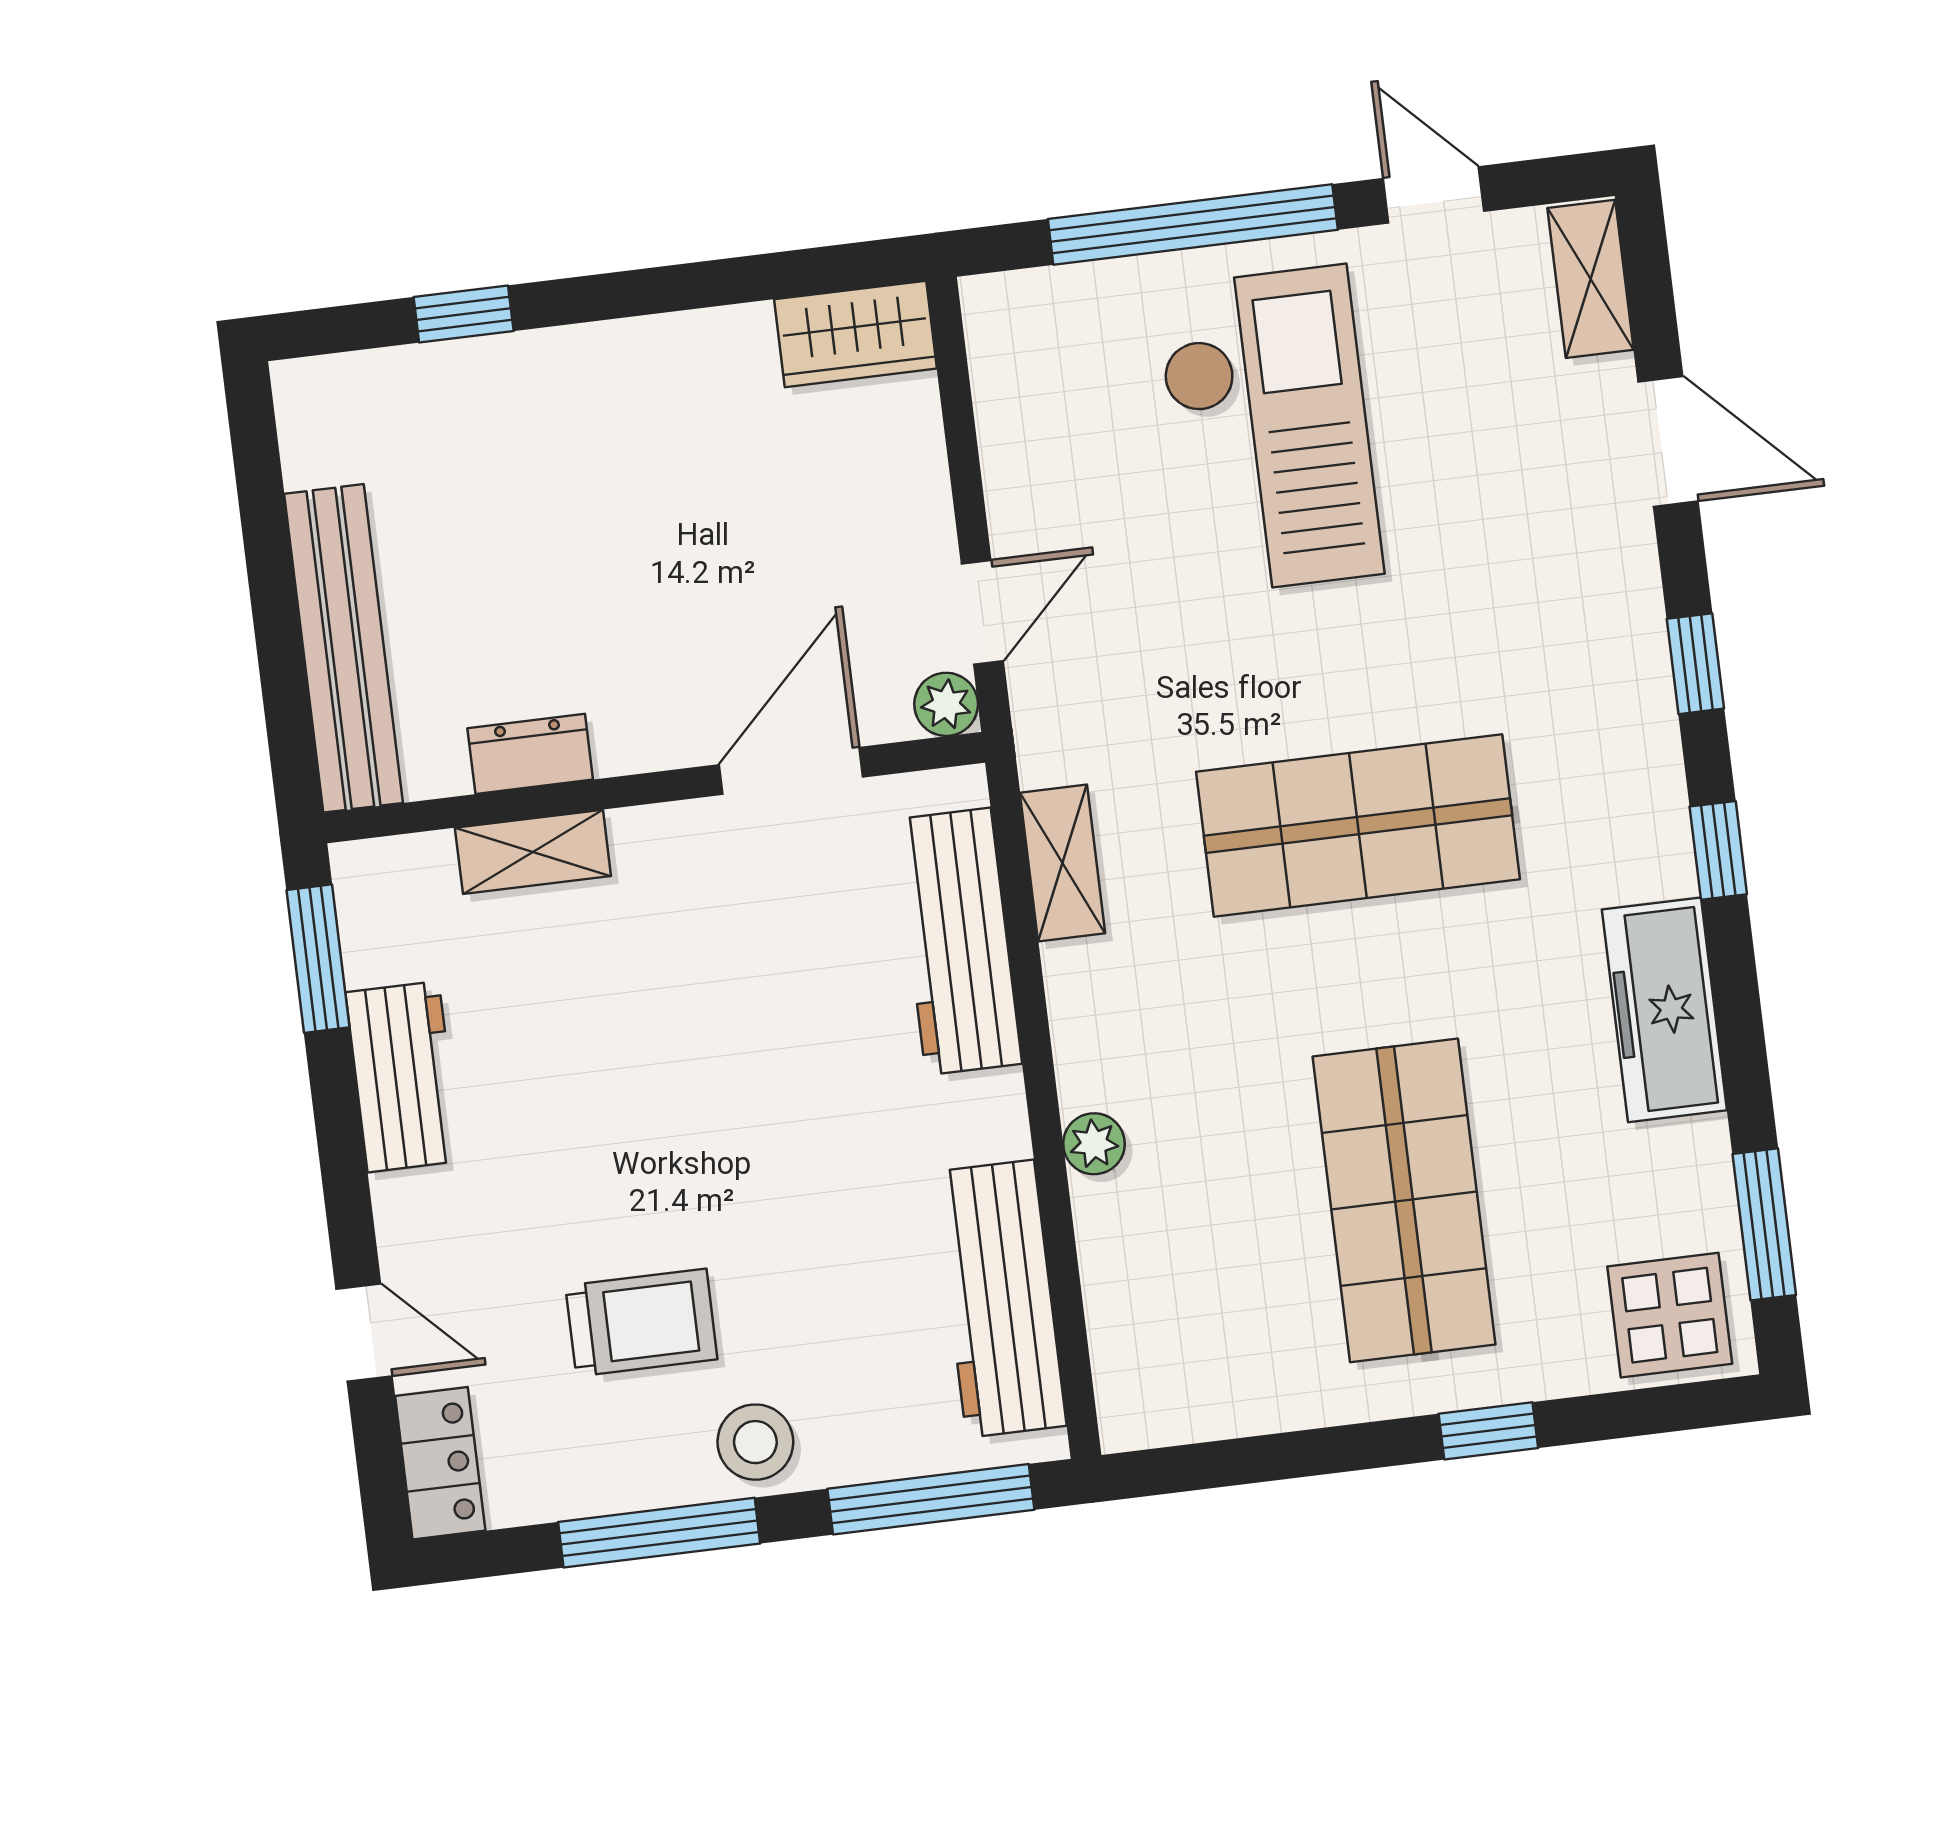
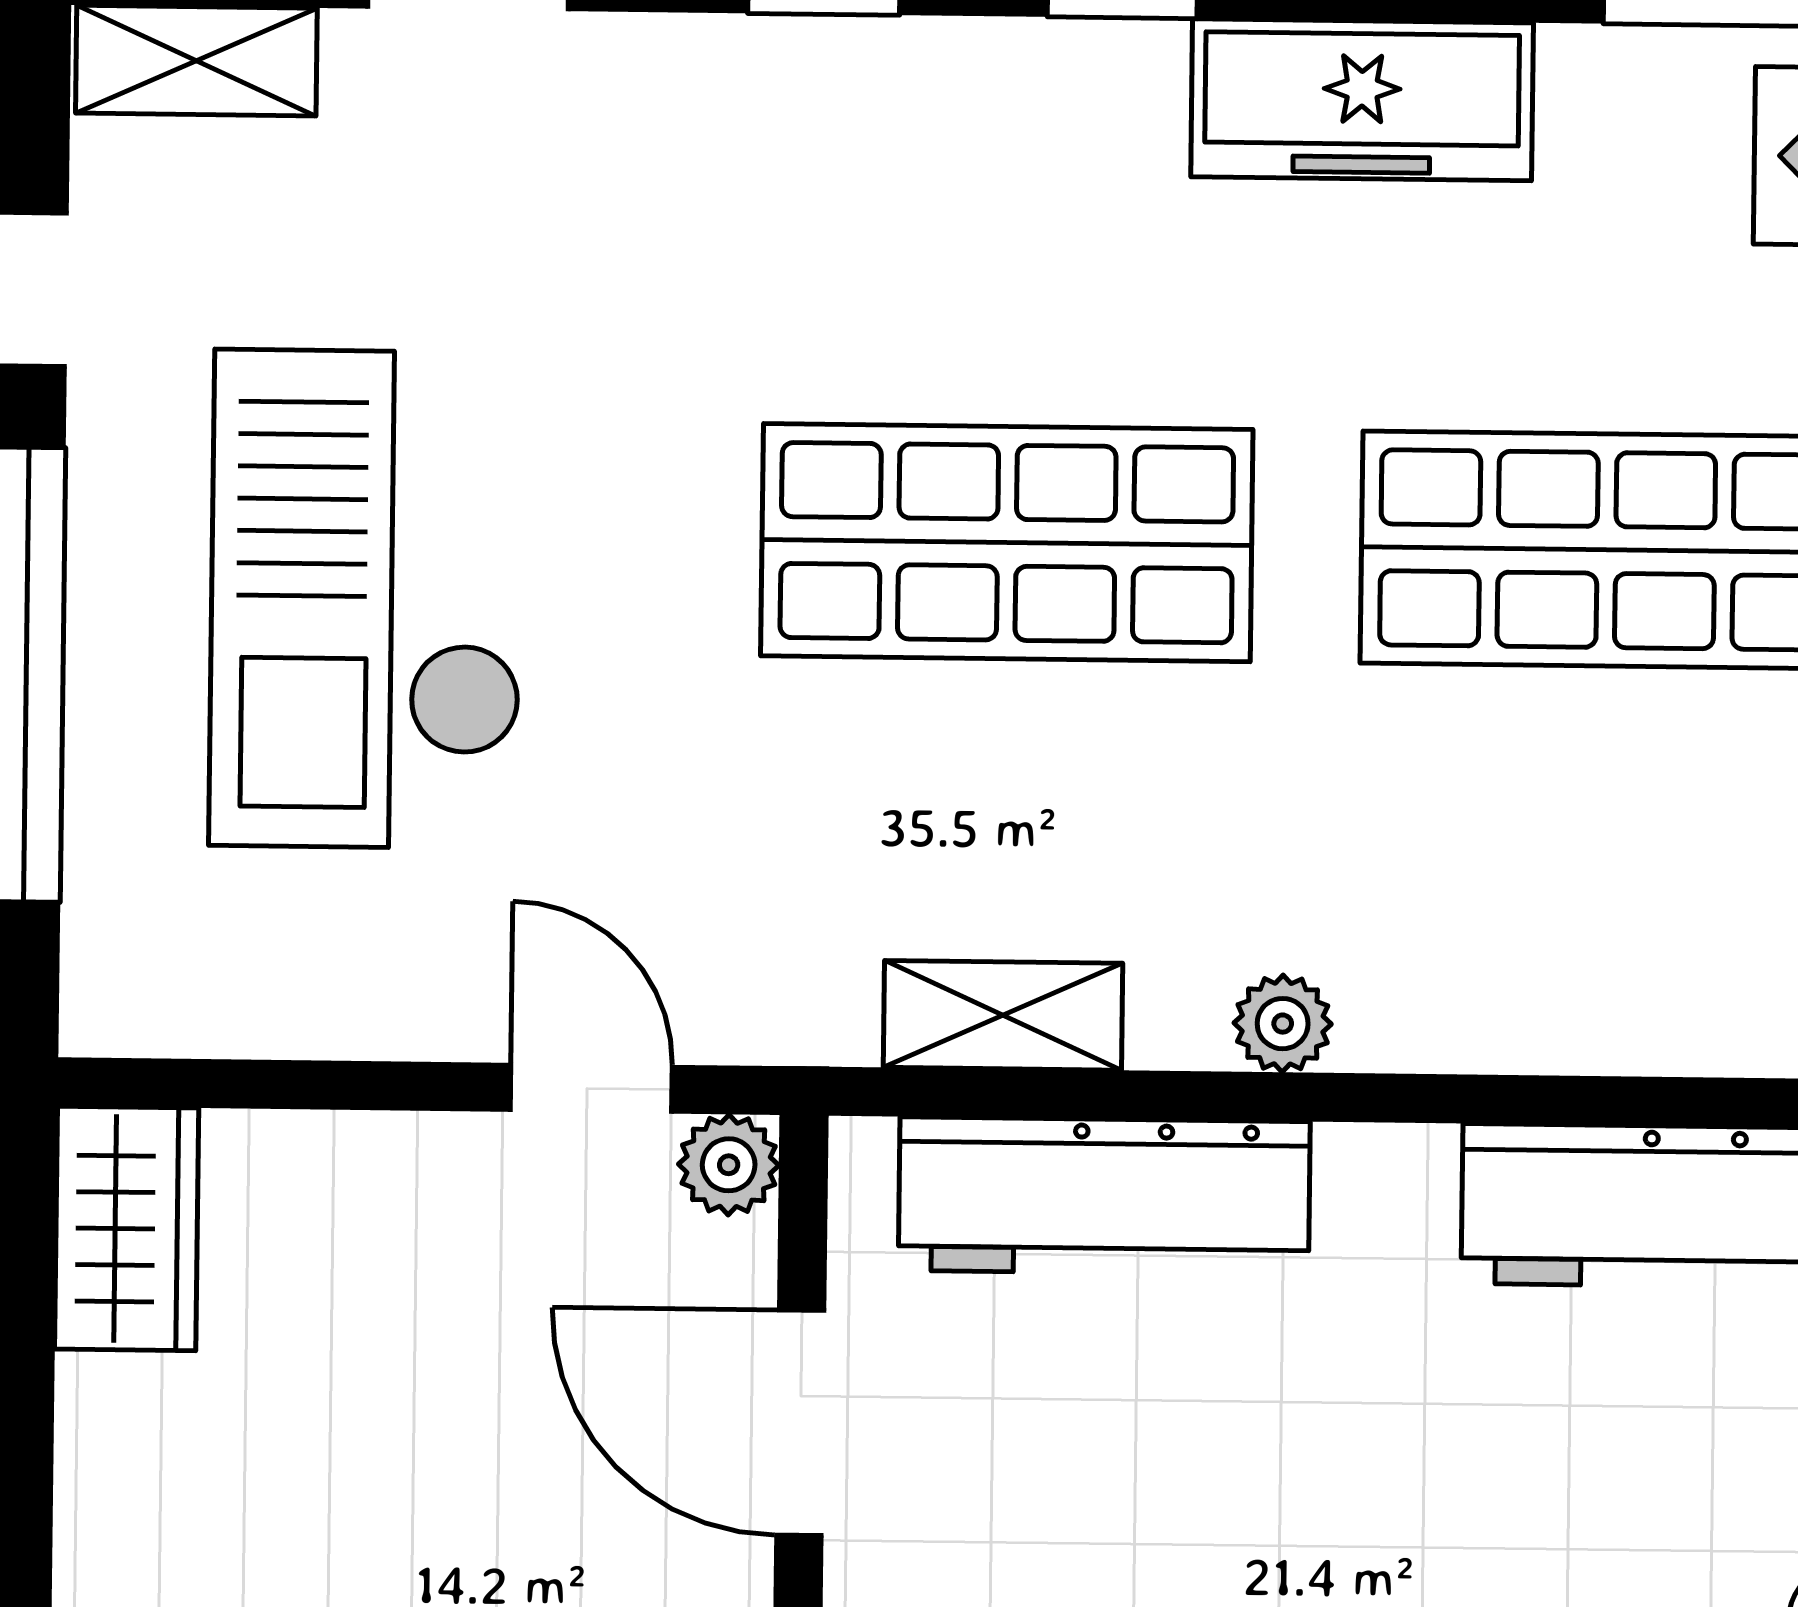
checkout: (1269, 431) -> (367, 599), turned -90
shop shelf: (1358, 826) -> (1007, 543), turned 90
plant: (1094, 1144) -> (1283, 1024), moved

